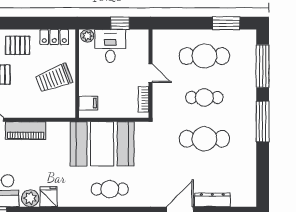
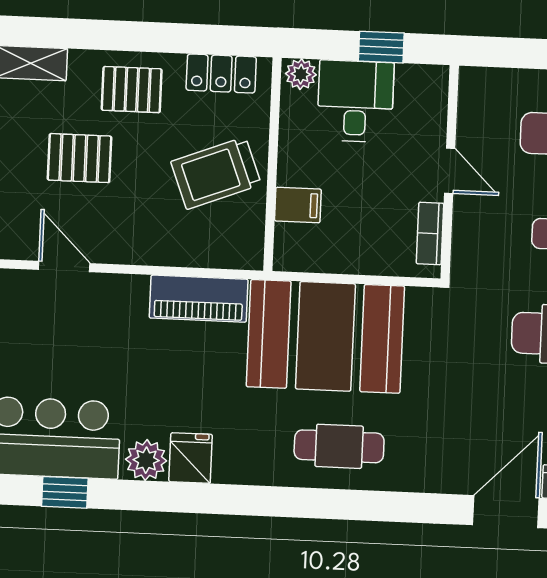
filing cabinet: (88, 103) -> (298, 205), moved
piano: (26, 131) -> (199, 299), moved

